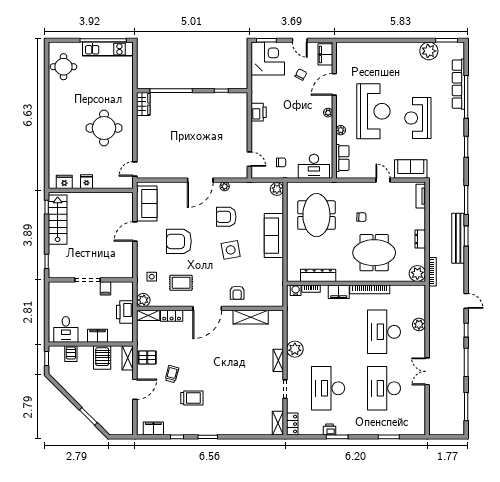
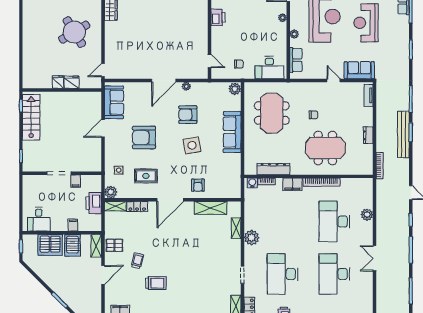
round table: (104, 128) -> (74, 32), turned -31
fridge: (64, 182) -> (72, 82), moved
plant: (417, 273) -> (365, 167), removed
filing cabinet: (97, 336) -> (73, 225), width x0.50
server rack: (71, 354) -> (50, 245), width x2.18, depth x1.44
shelving: (278, 360) -> (236, 228), moved

